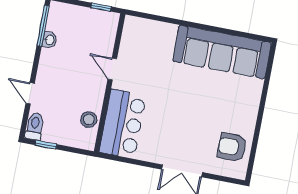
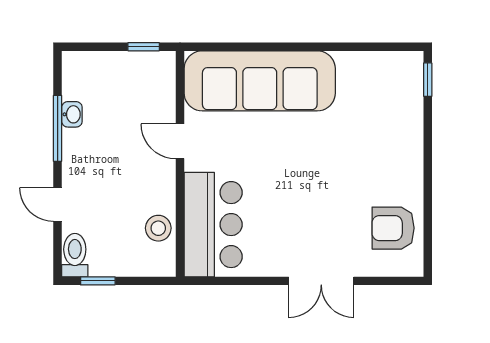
window: (43, 26) -> (58, 128), moved
sofa: (222, 52) -> (260, 81), moved
window: (271, 61) -> (428, 80), added

